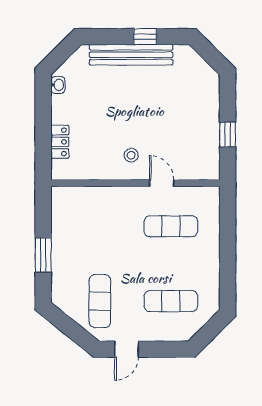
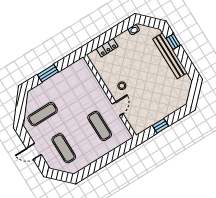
window: (145, 37) -> (173, 42), moved
door: (127, 349) -> (34, 151), moved

